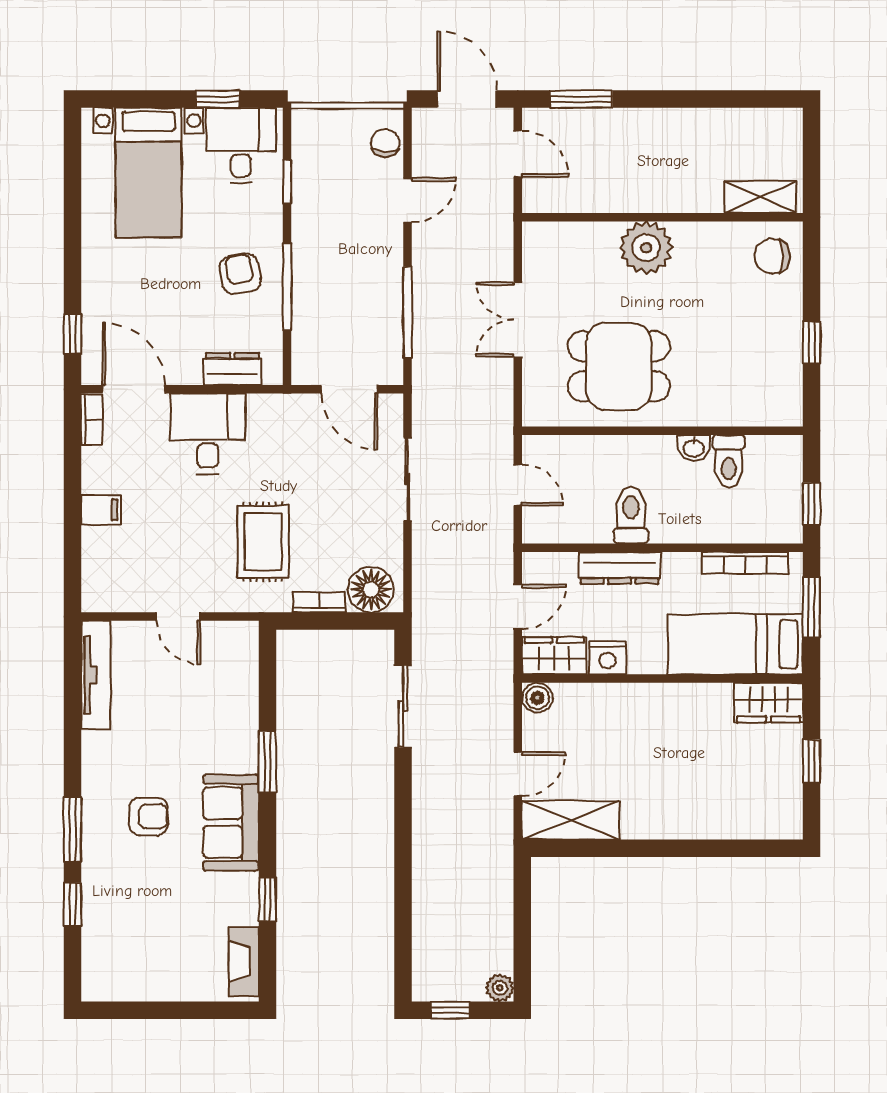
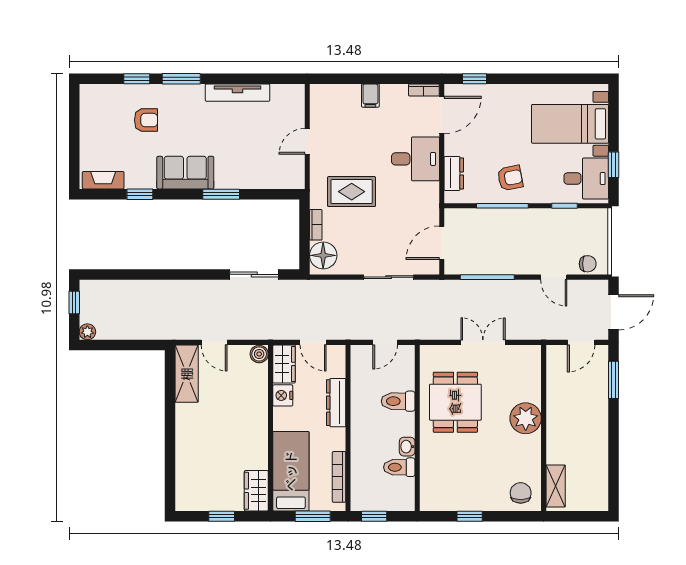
toilet: (631, 515) -> (398, 401), moved, turned 180
tv unit: (96, 675) -> (238, 93), moved
armchair: (148, 816) -> (146, 120), moved, turned -90

